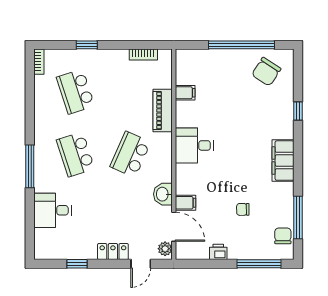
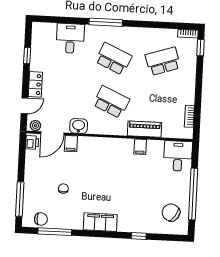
window: (87, 45) -> (201, 48), moved
filing cabinet: (185, 93) -> (140, 147), moved
desk: (194, 145) -> (178, 156), moved
school desk: (76, 154) -> (113, 59), turned 42
printer: (218, 252) -> (32, 142), moved
door: (141, 264) -> (25, 106), swing flipped

